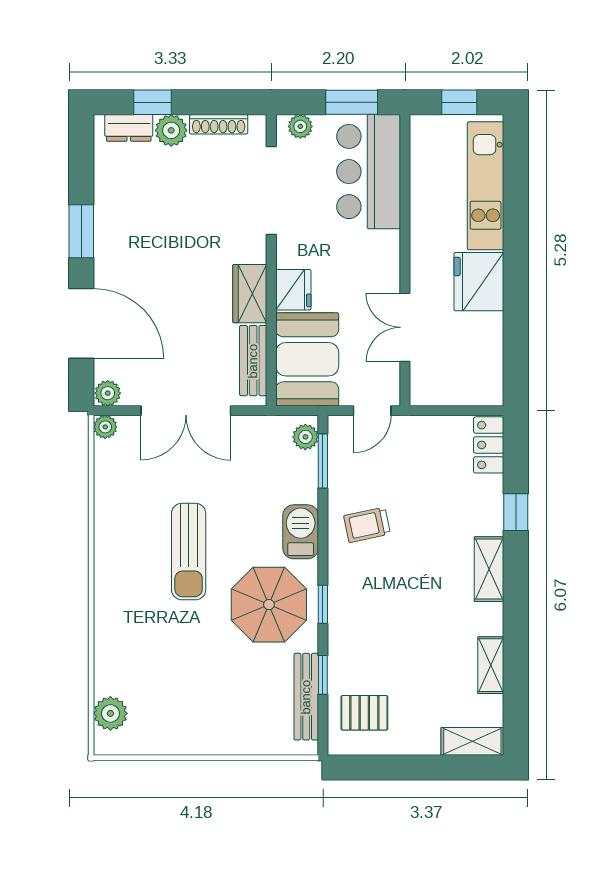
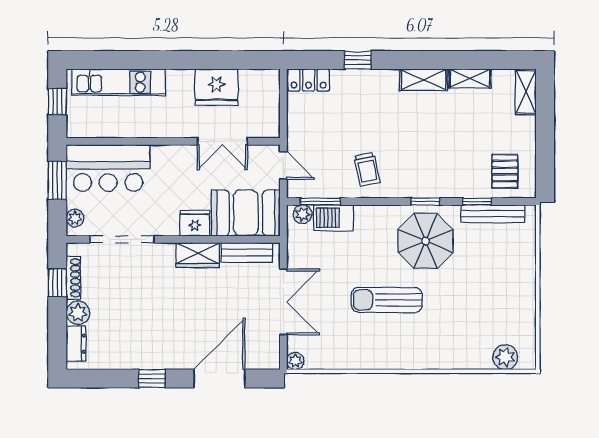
window: (153, 102) -> (57, 283), moved
window: (81, 231) -> (152, 379), width x0.67
fridge: (479, 282) -> (216, 87), moved
plant: (108, 393) -> (271, 359), removed
barbecue: (301, 532) -> (334, 218), moved
sun lounger: (189, 552) -> (387, 300), turned 180
shelving: (489, 569) -> (423, 80), moved

